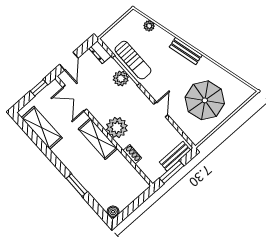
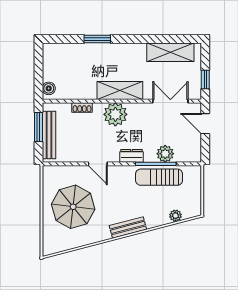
dresser: (100, 52) -> (132, 156), moved
plant: (121, 78) -> (165, 154), moved
bench: (175, 156) -> (49, 135), width x1.36
boiler: (113, 212) -> (49, 88), moved

